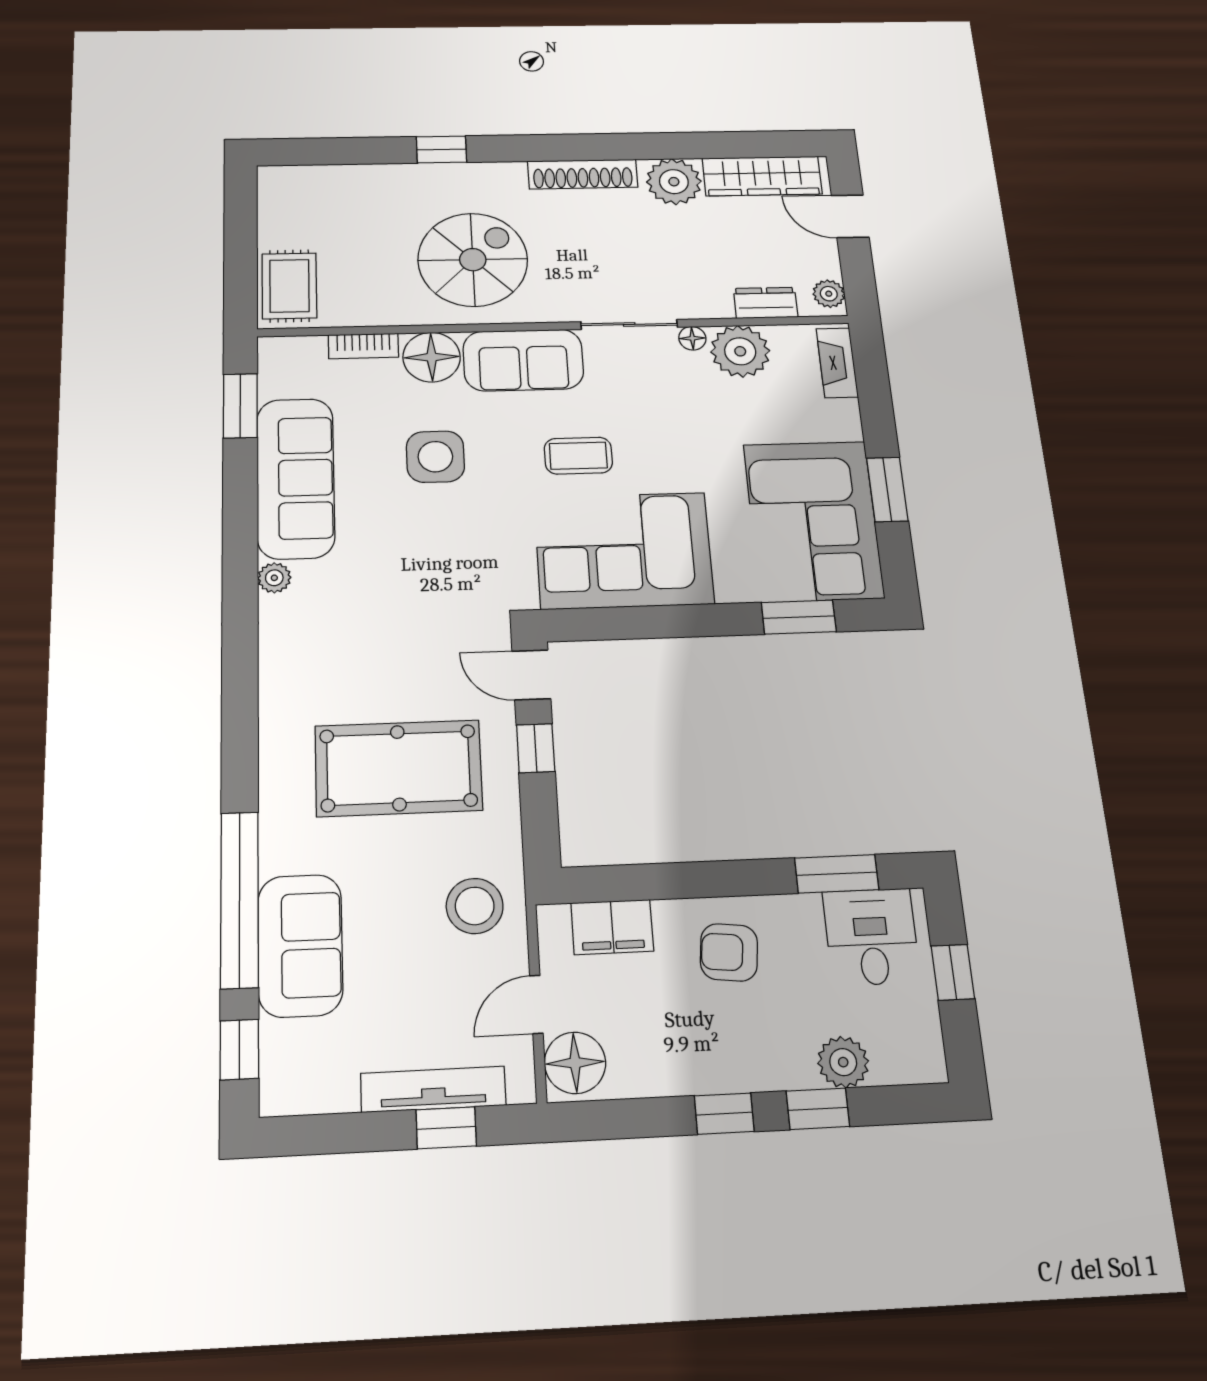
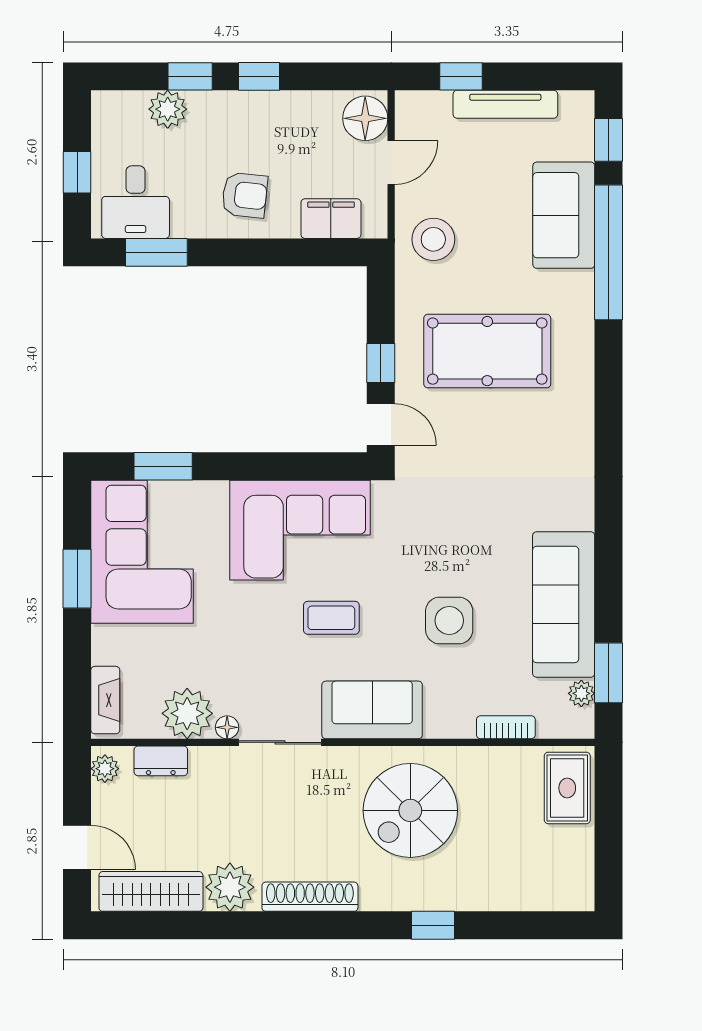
floor lamp: (432, 357) -> (449, 715), removed
plant: (274, 578) -> (581, 693), moved
tv unit: (433, 1089) -> (505, 104), moved

